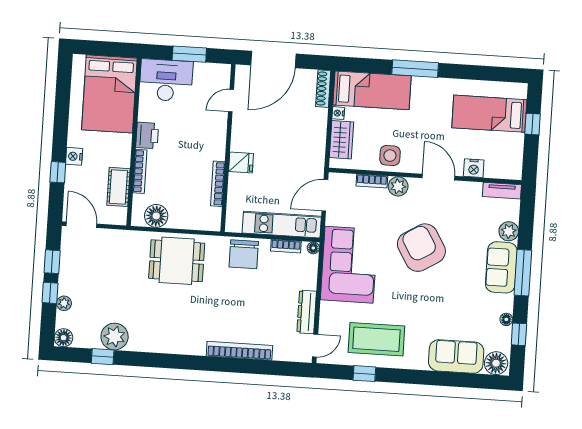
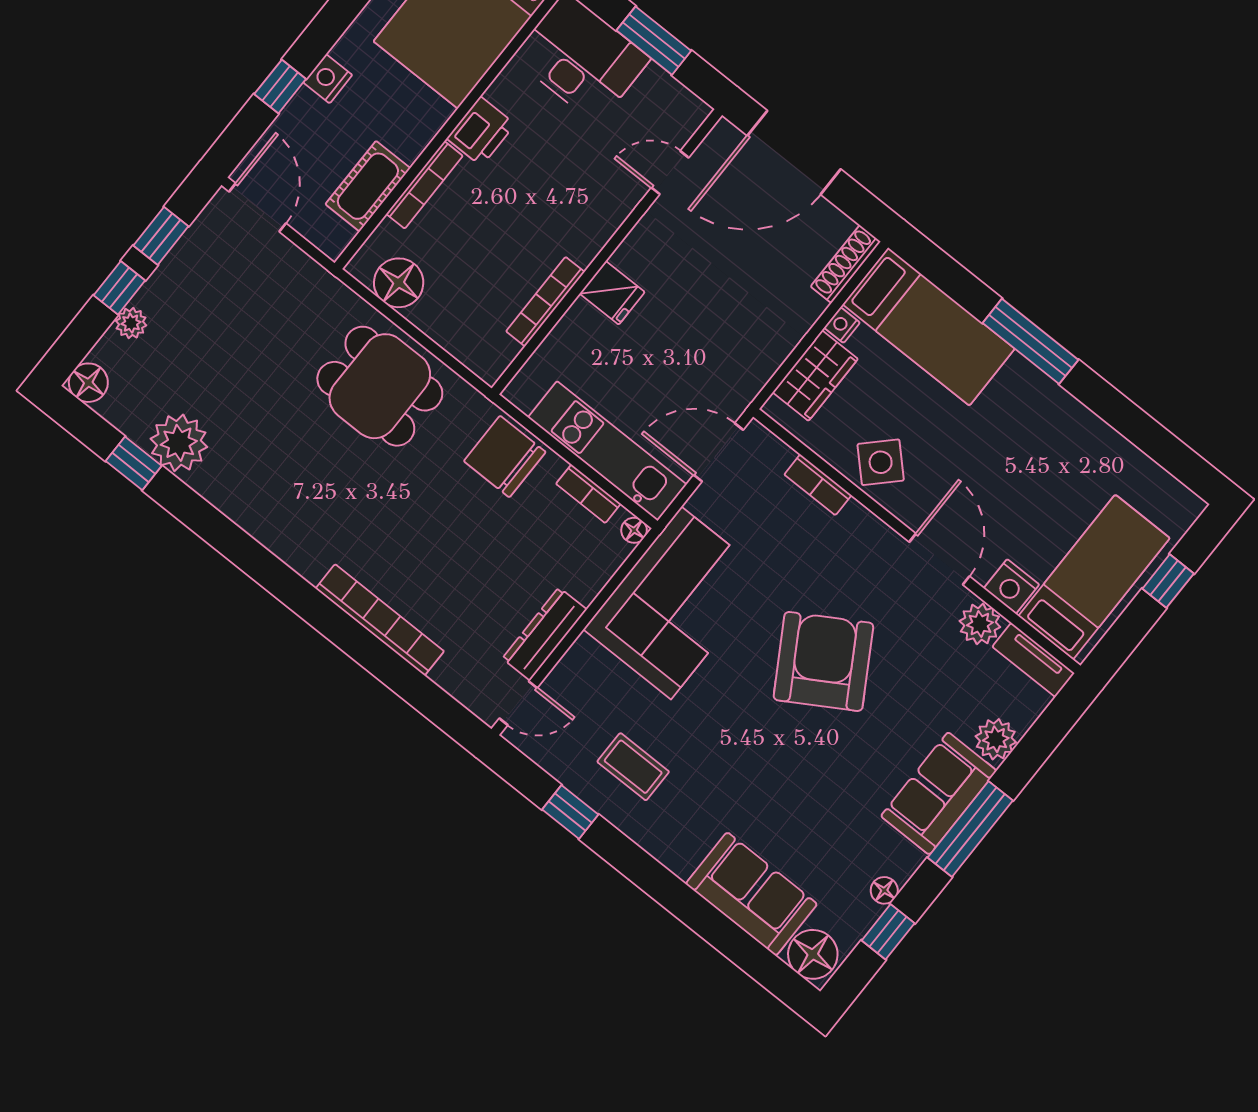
bed: (489, 114) -> (1094, 577), moved, turned 90
side table: (390, 156) -> (881, 462), turned 45
plant: (398, 186) -> (980, 624), moved
chair: (244, 254) -> (505, 457), turned 90
coffee table: (376, 339) -> (633, 767), width x0.54, depth x0.58

